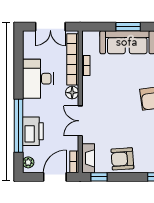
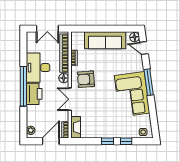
window: (128, 27) -> (106, 29), removed
window: (19, 126) -> (23, 86), moved
printer: (33, 131) -> (34, 94), moved
armchair: (122, 159) -> (86, 79), moved
window: (99, 177) -> (107, 141), moved

